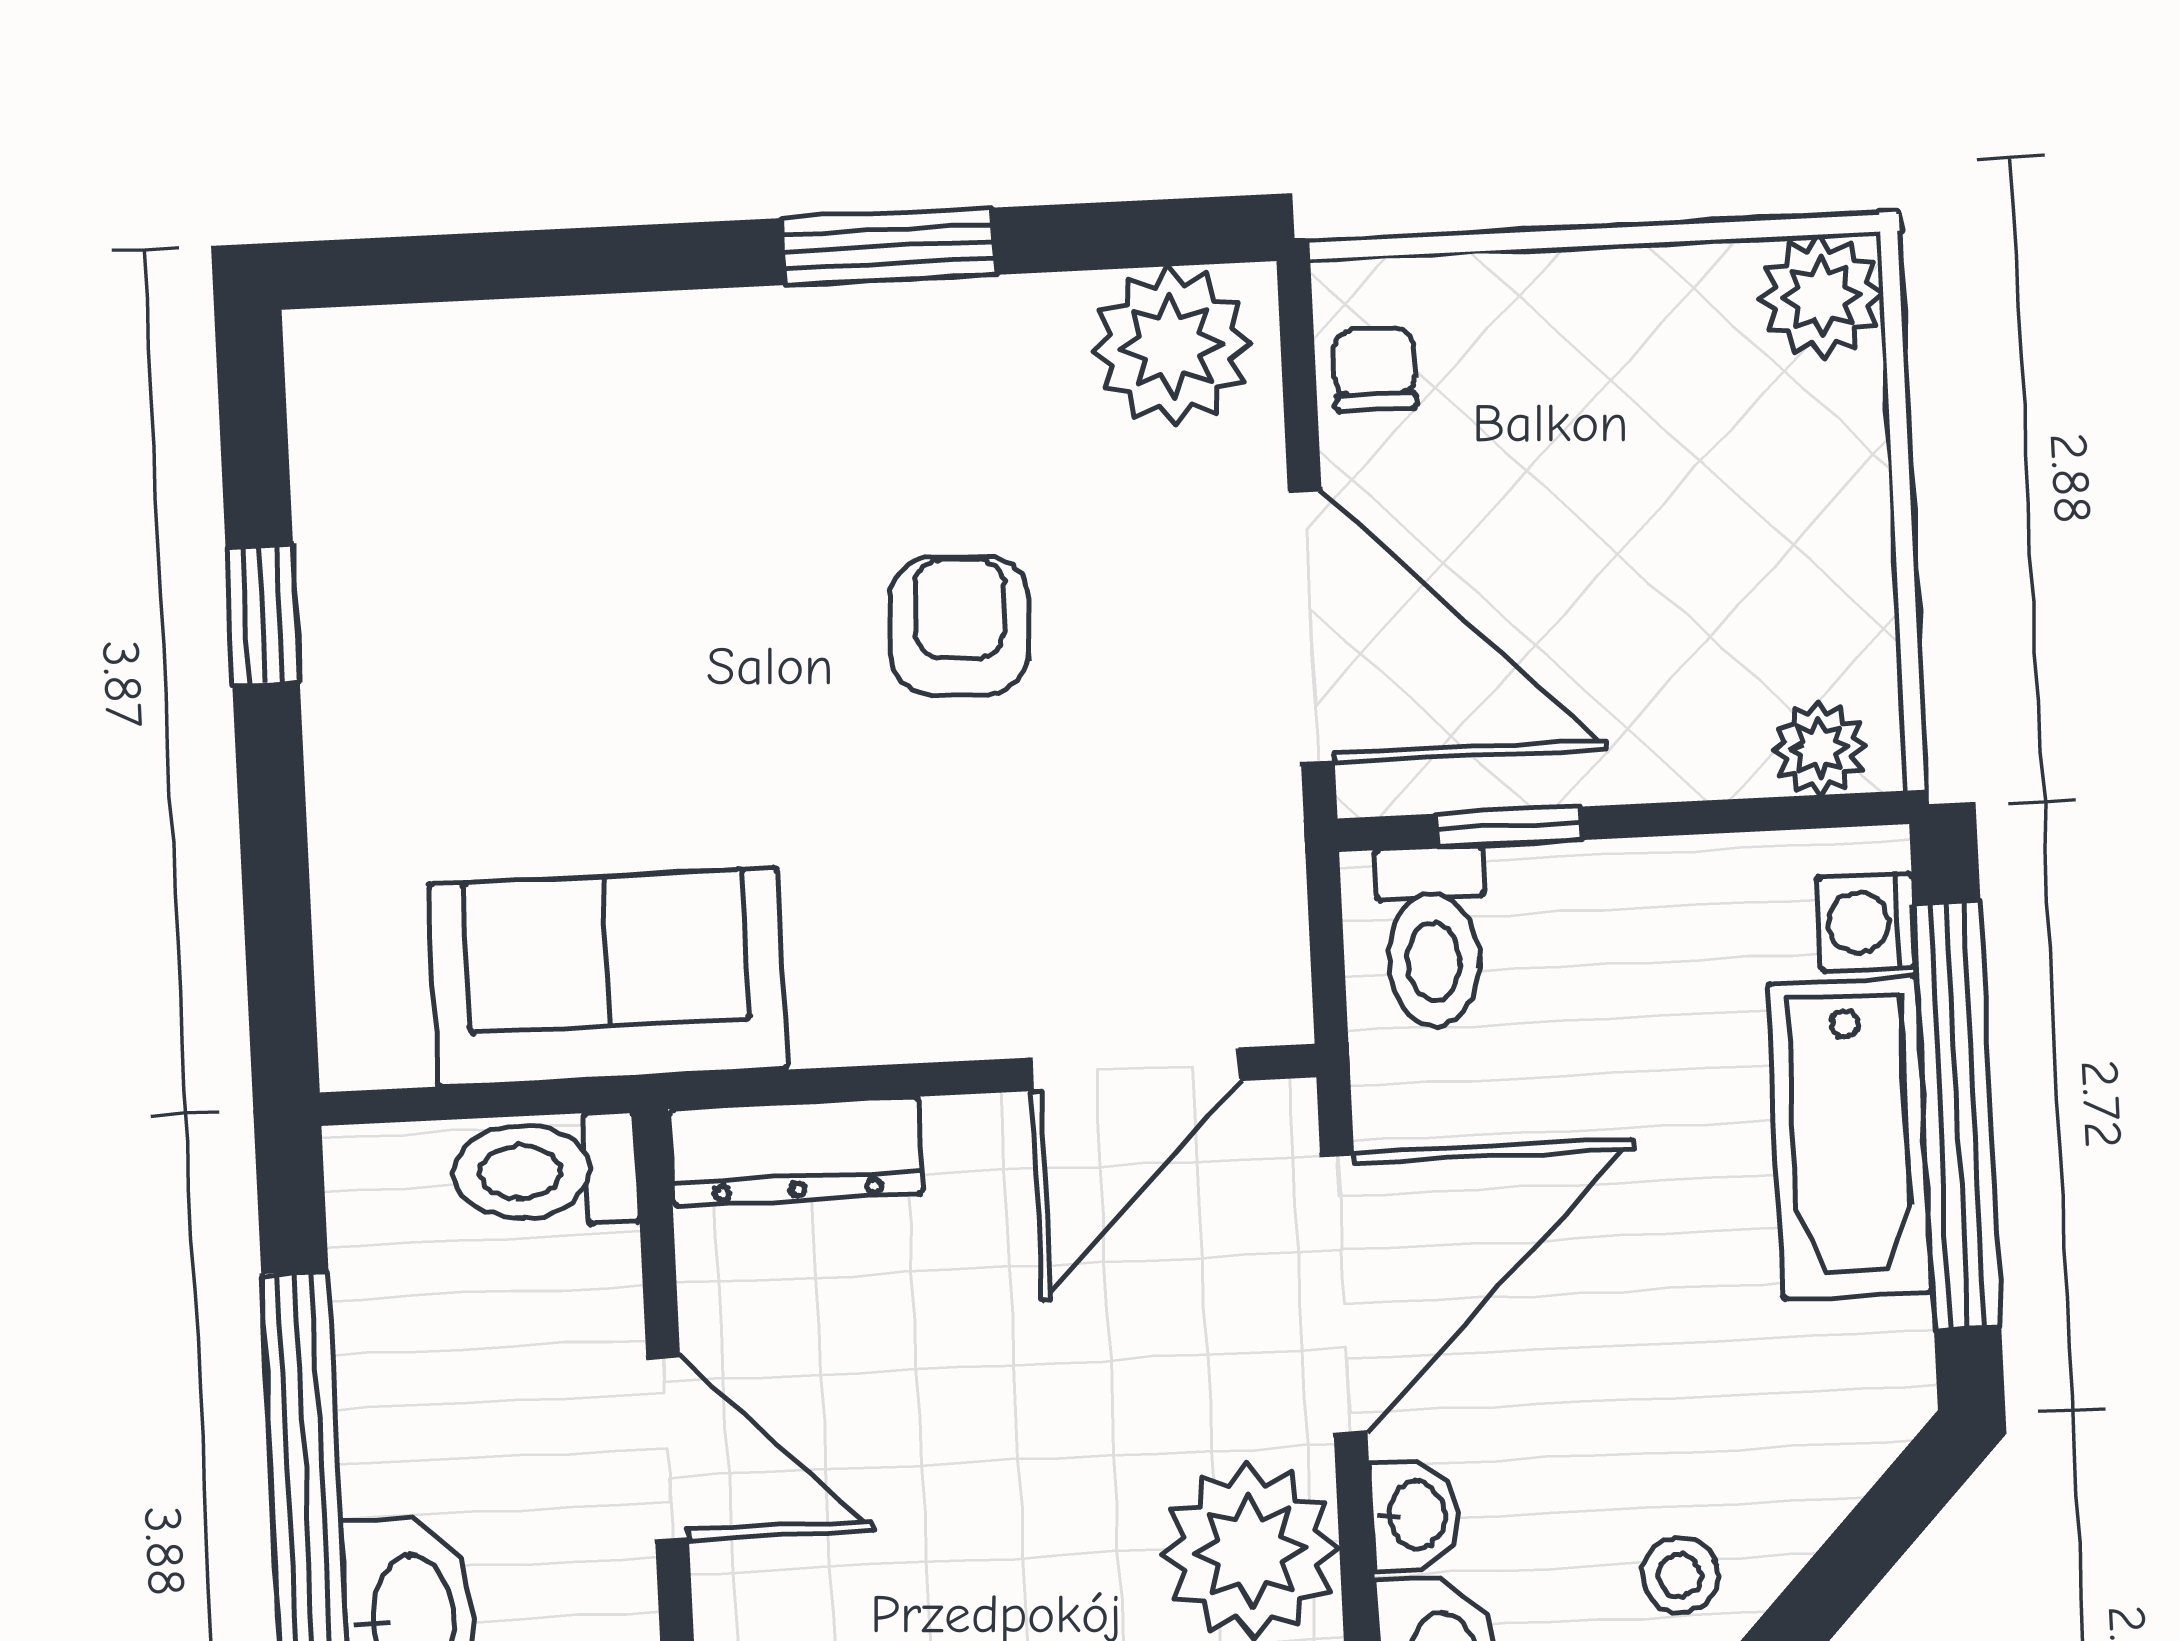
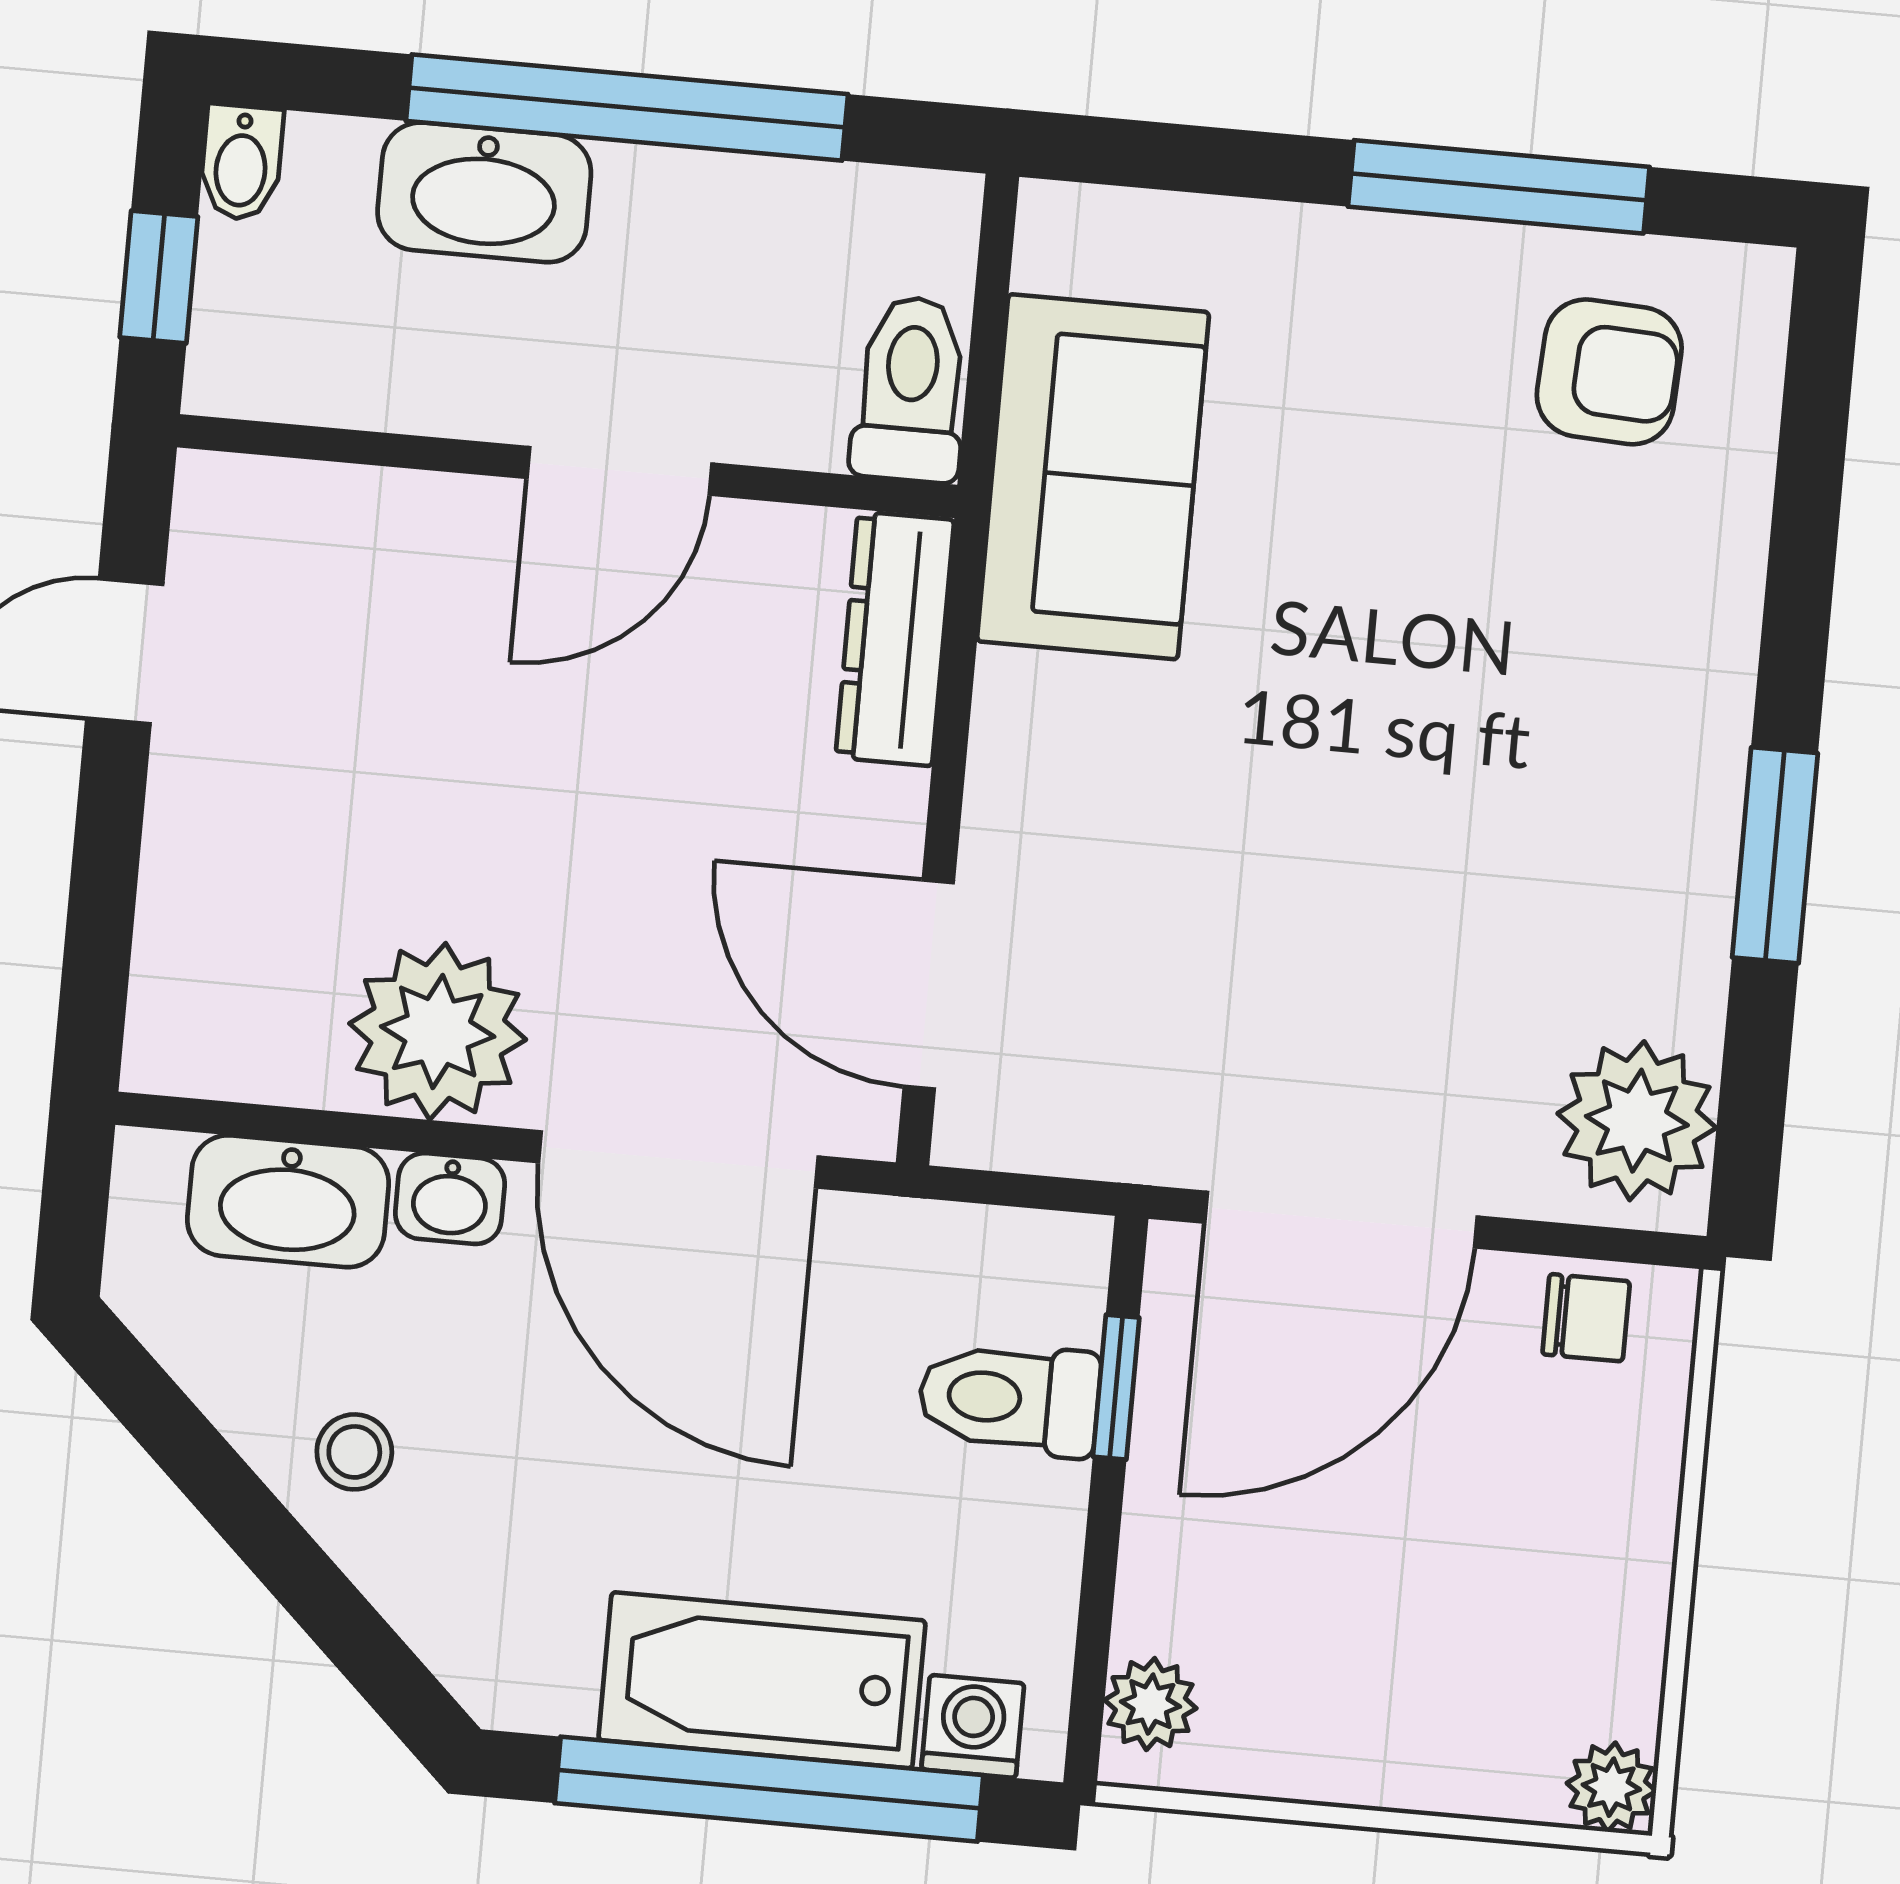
plant: (1821, 297) -> (1611, 1787), width x0.73, depth x0.73
window: (263, 614) -> (1499, 187), width x2.17
armchair: (959, 625) -> (1609, 372), moved
toilet: (1433, 937) -> (1009, 1399), moved

